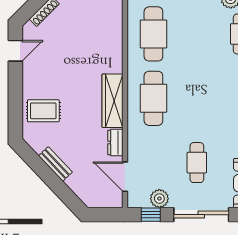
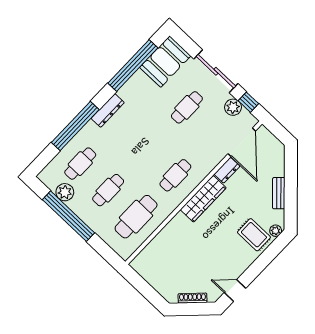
cafe table: (197, 34) -> (108, 190), added
cafe table: (153, 98) -> (175, 175), width x0.73, depth x0.74
plant: (29, 131) -> (276, 231), added
door: (125, 177) -> (242, 142), width x1.36

